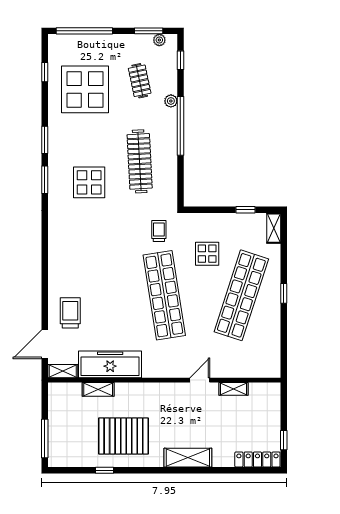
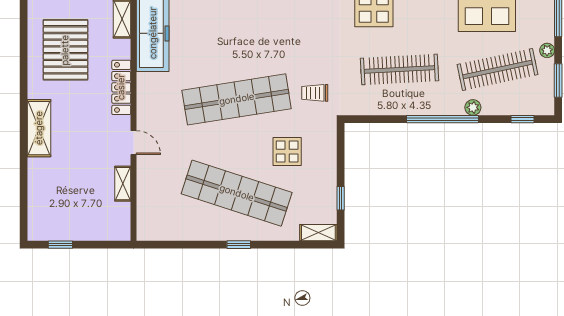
plant: (159, 40) -> (547, 50), moved
clothes rail: (140, 81) -> (498, 69), width x1.86, depth x1.31
trolley: (159, 231) -> (315, 93), turned 180
locker: (257, 459) -> (121, 87), moved, turned 180
window: (105, 470) -> (24, 27), removed

